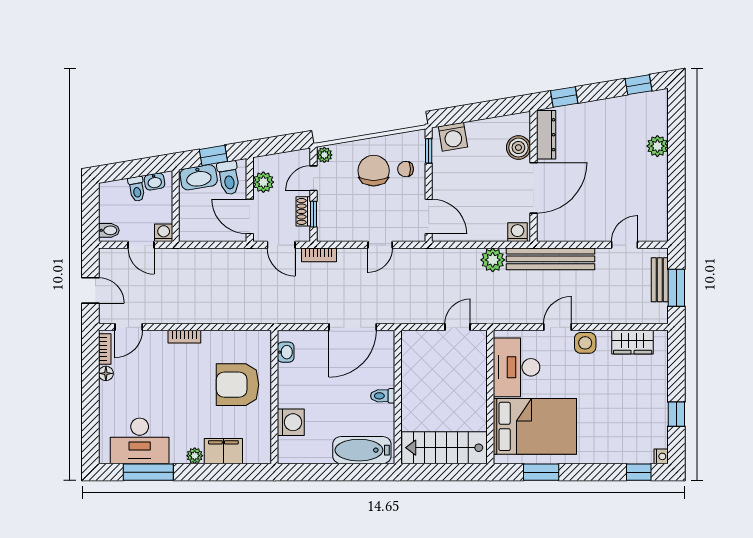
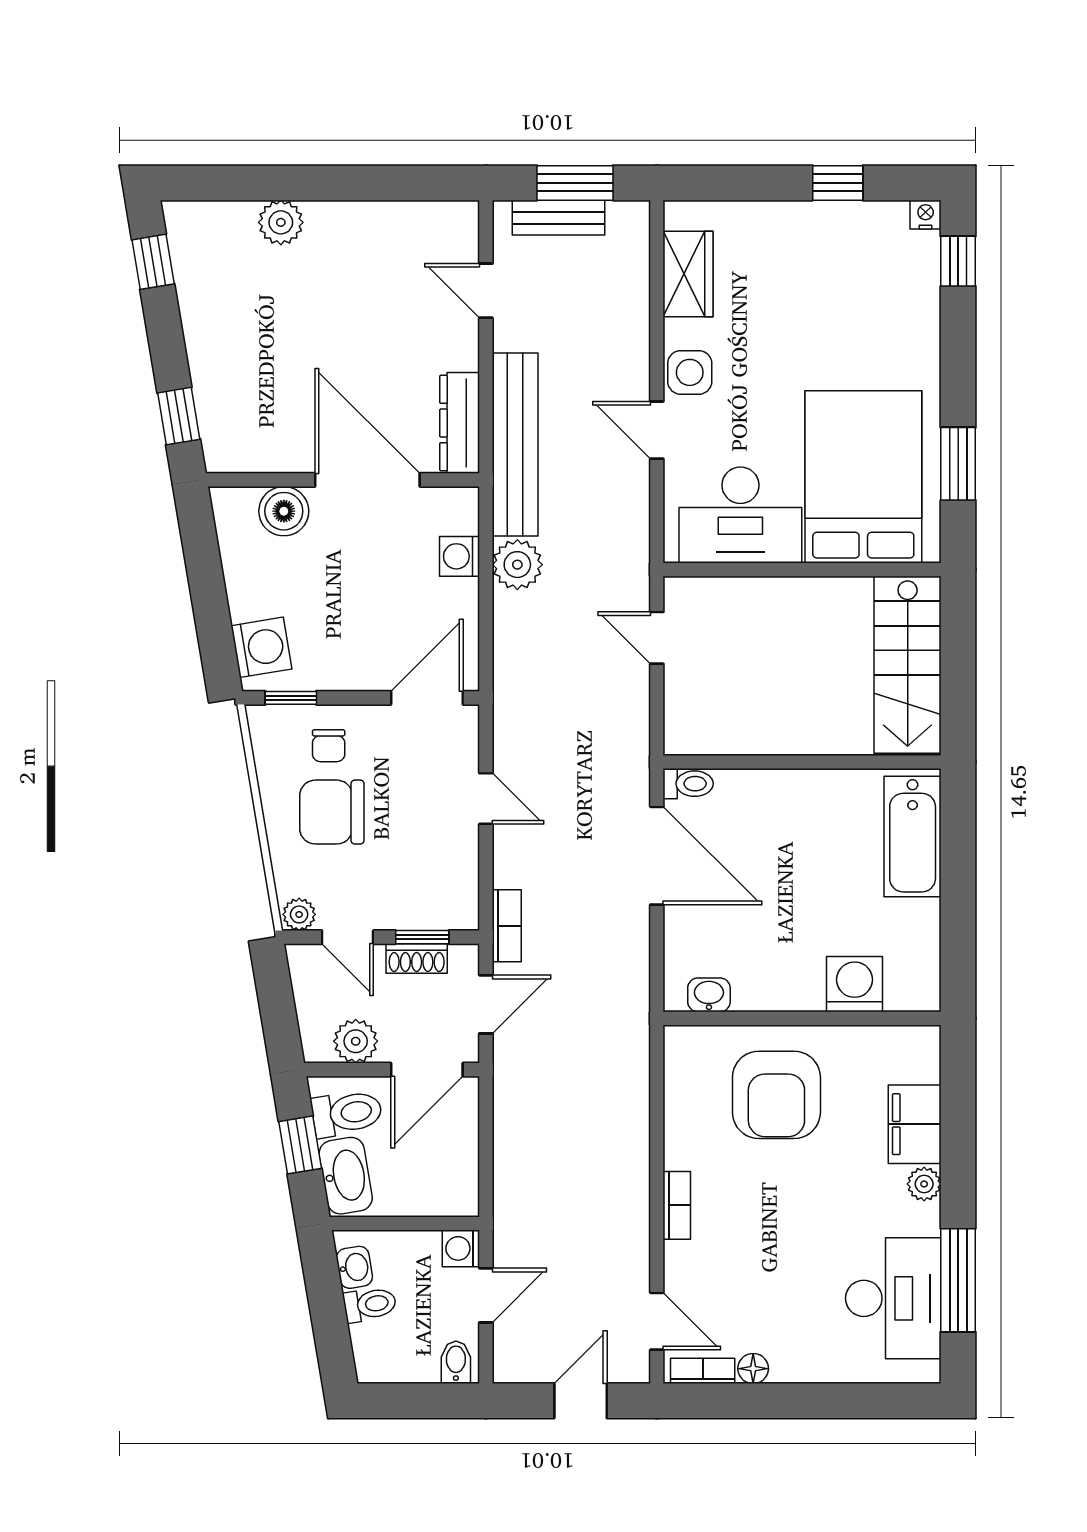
dresser: (546, 135) -> (460, 423), moved, turned -90
washing machine: (518, 232) -> (460, 556), moved
toilet: (383, 396) -> (688, 784), moved, turned -90

